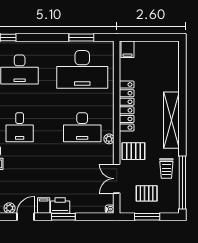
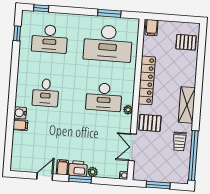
shelving: (171, 120) -> (187, 105), width x0.68
pallet: (147, 193) -> (186, 42), moved
plant: (9, 208) -> (93, 172), moved

